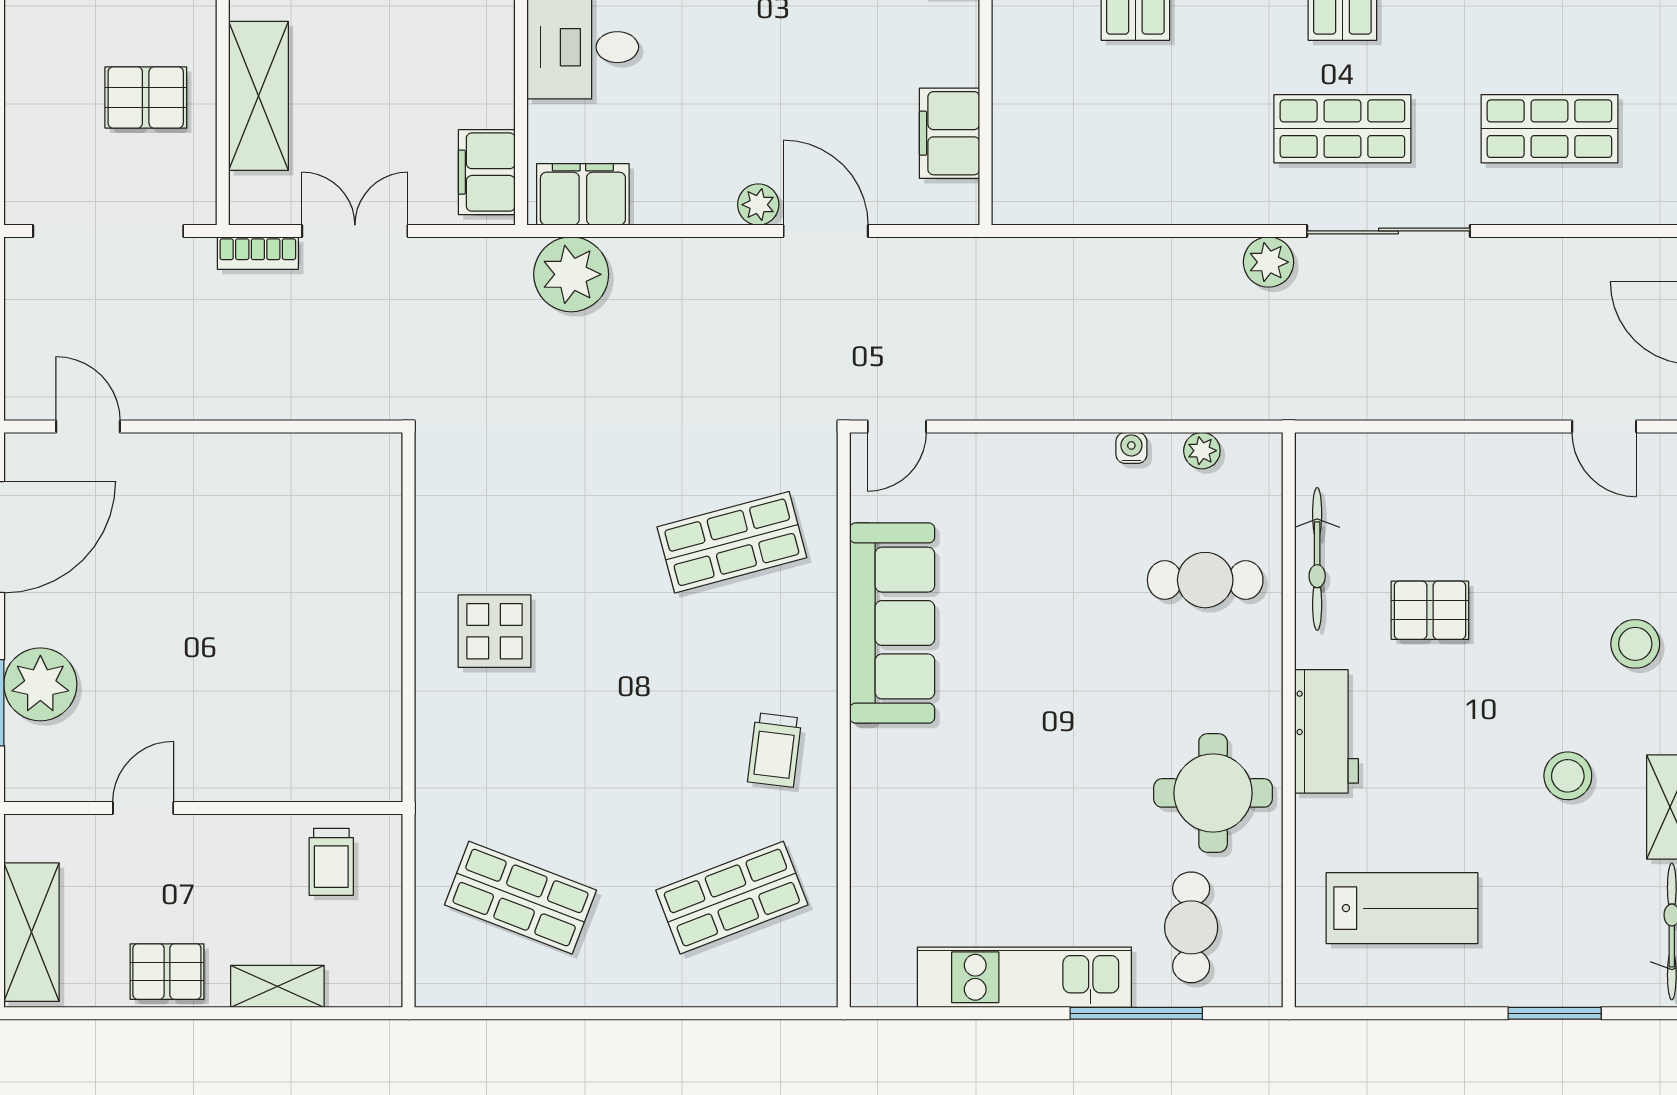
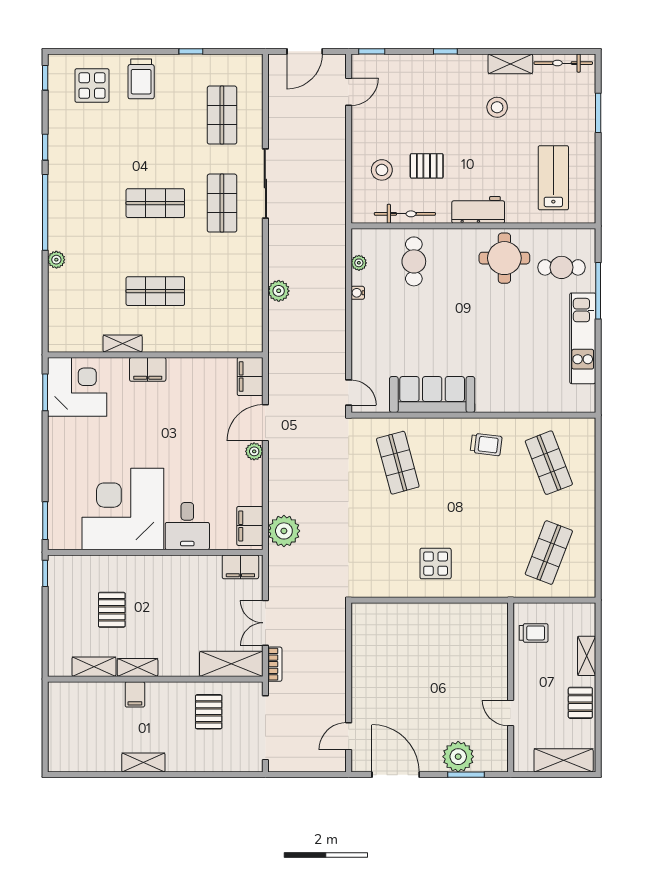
shelving: (258, 96) -> (231, 664), moved
filing cabinet: (950, 133) -> (250, 377), moved, turned 90
plant: (1268, 262) -> (279, 291), moved
pallet: (1430, 610) -> (427, 166), turned 90
stool: (1635, 644) -> (382, 170), moved

